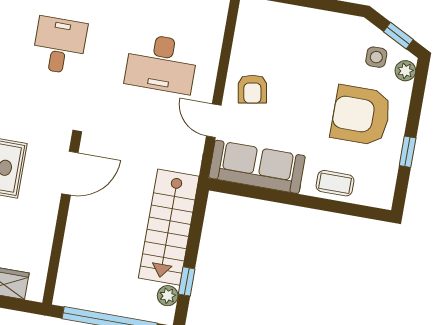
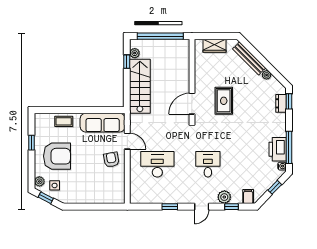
desk: (59, 45) -> (208, 164), turned 180

